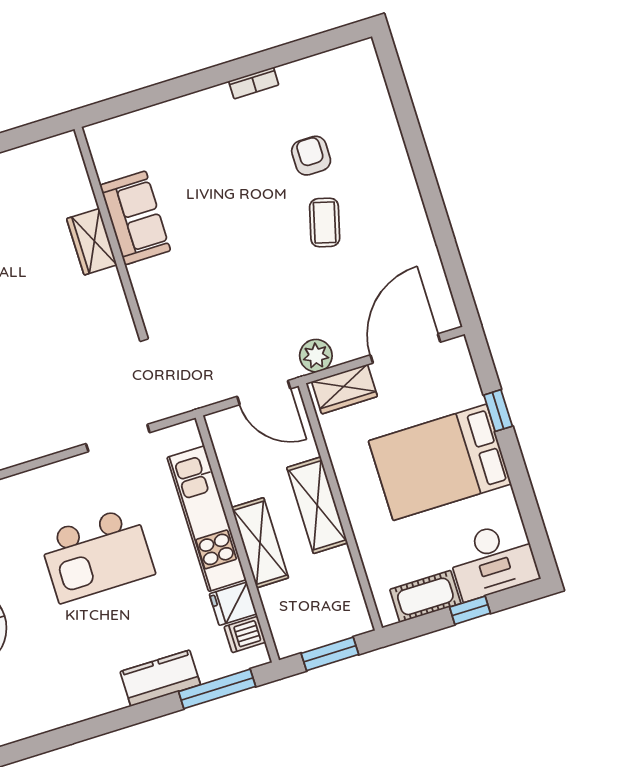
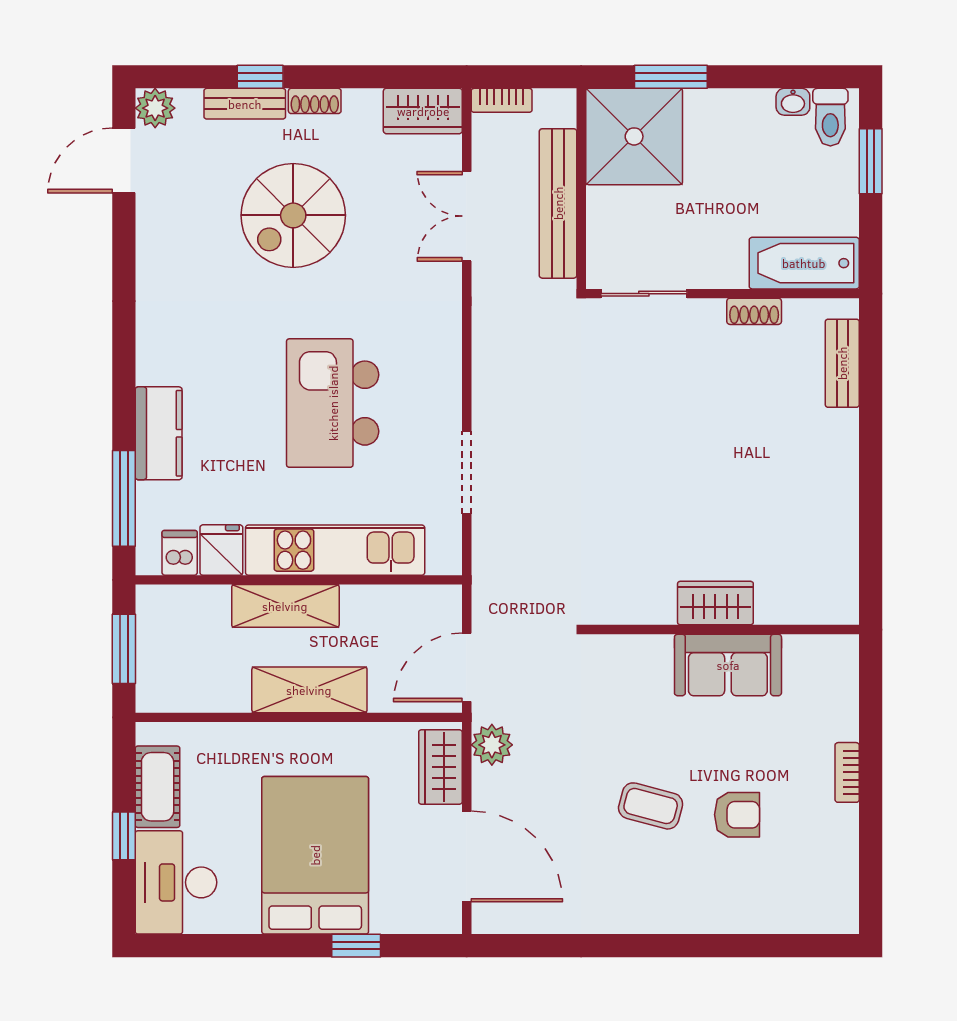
sofa: (135, 218) -> (728, 665), moved
wall: (110, 230) -> (722, 630), moved
wardrobe: (92, 242) -> (715, 603), moved

